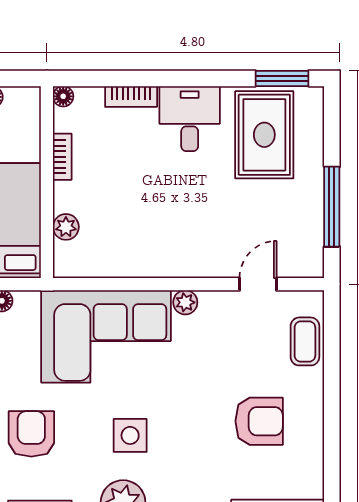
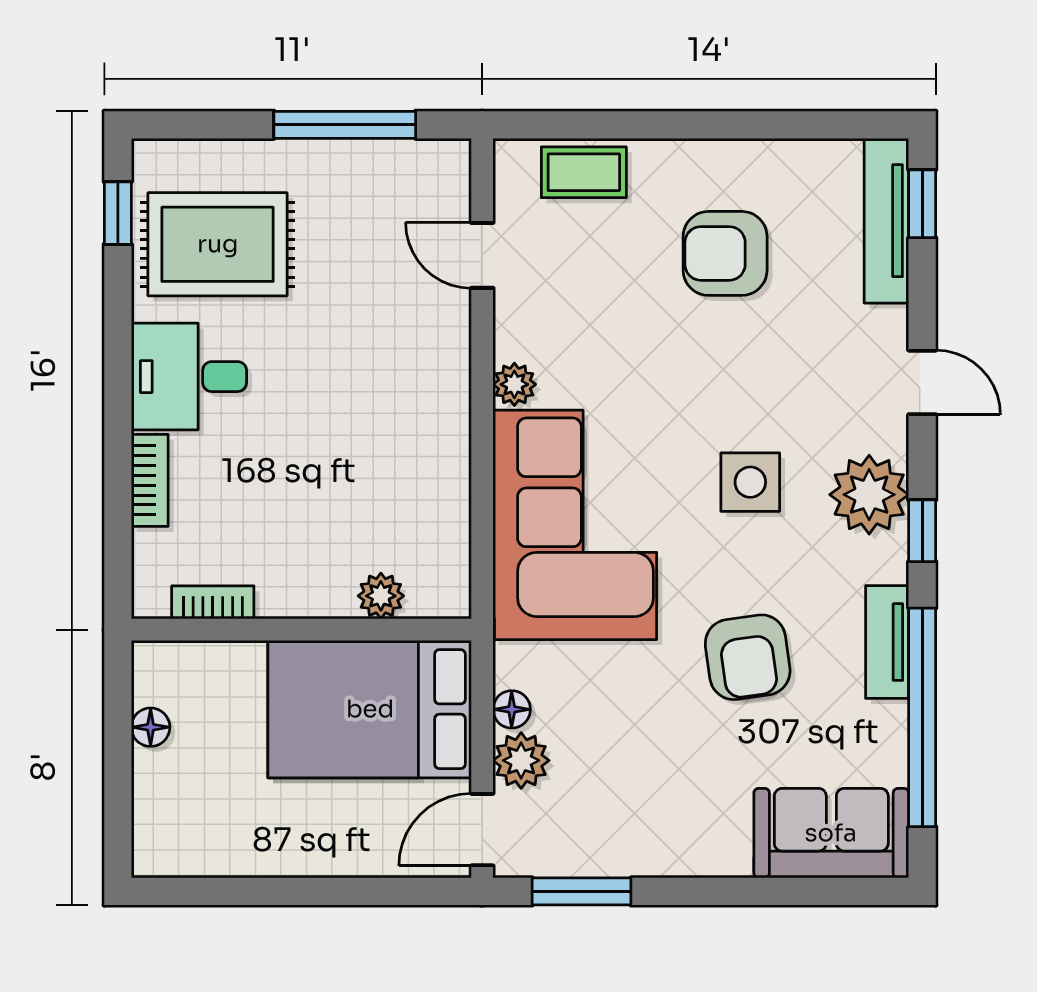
window: (282, 78) -> (118, 213), width x0.67
floor lamp: (63, 96) -> (149, 601), removed
bookcase: (62, 157) -> (213, 602), moved
armchair: (259, 421) -> (725, 253), turned -90
armchair: (31, 434) -> (748, 657), turned -98

